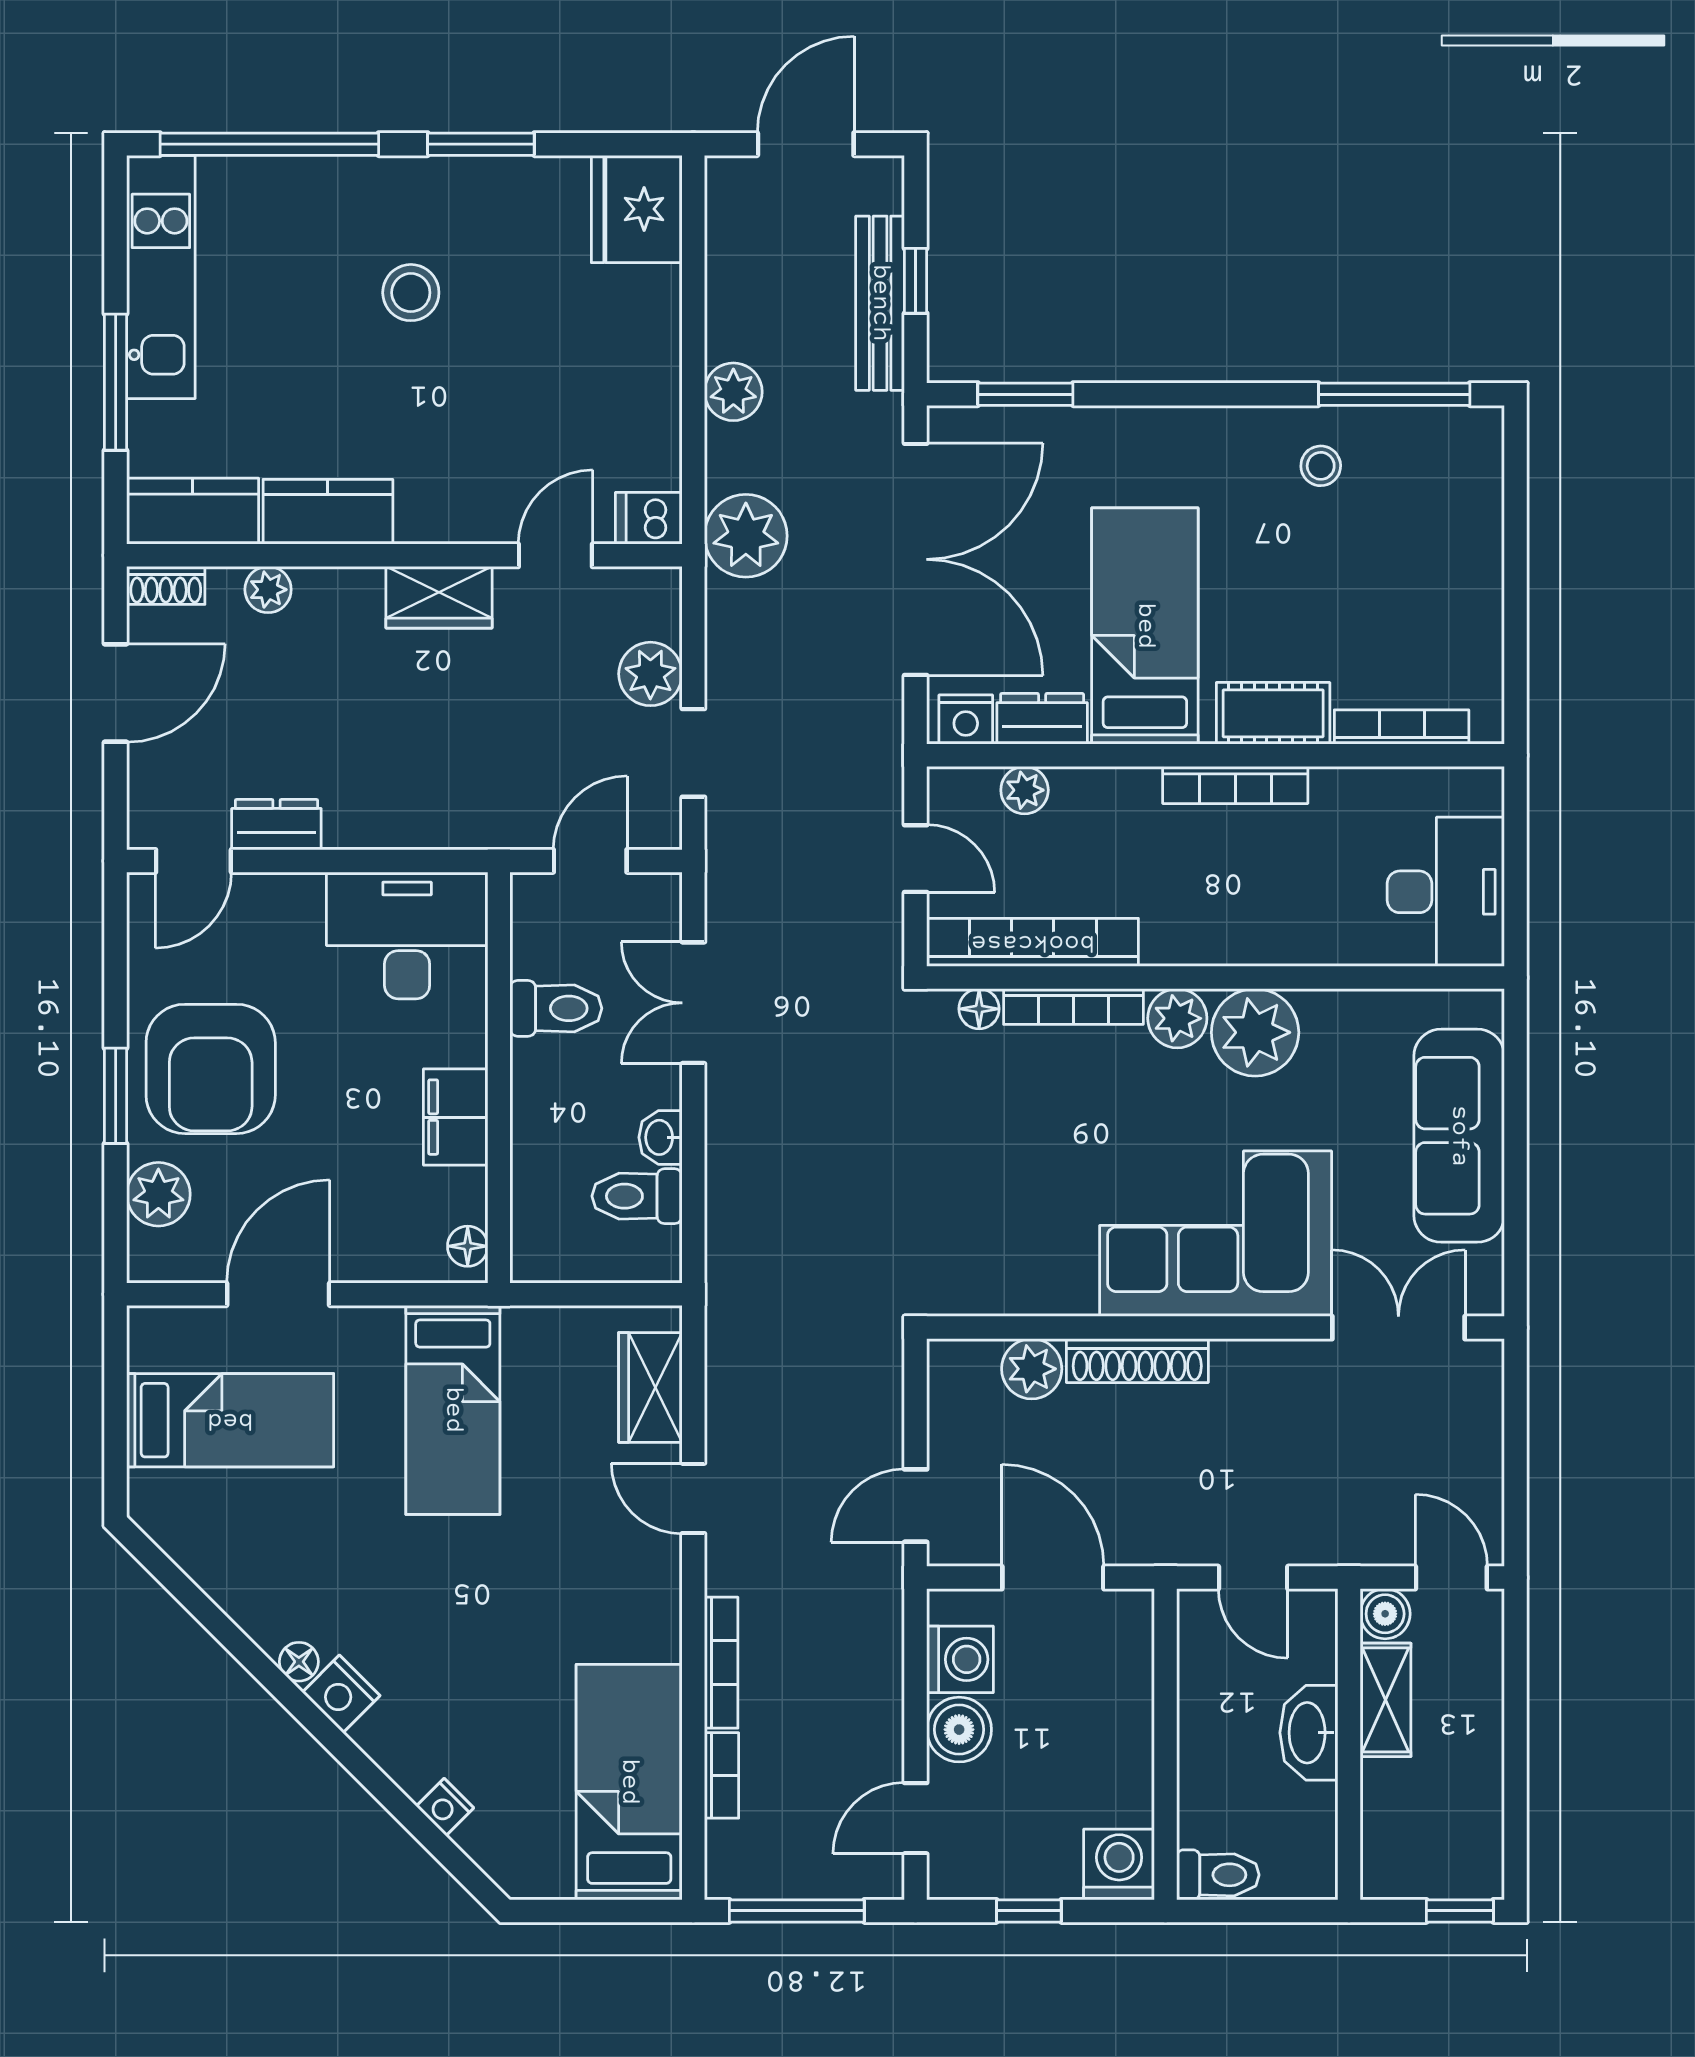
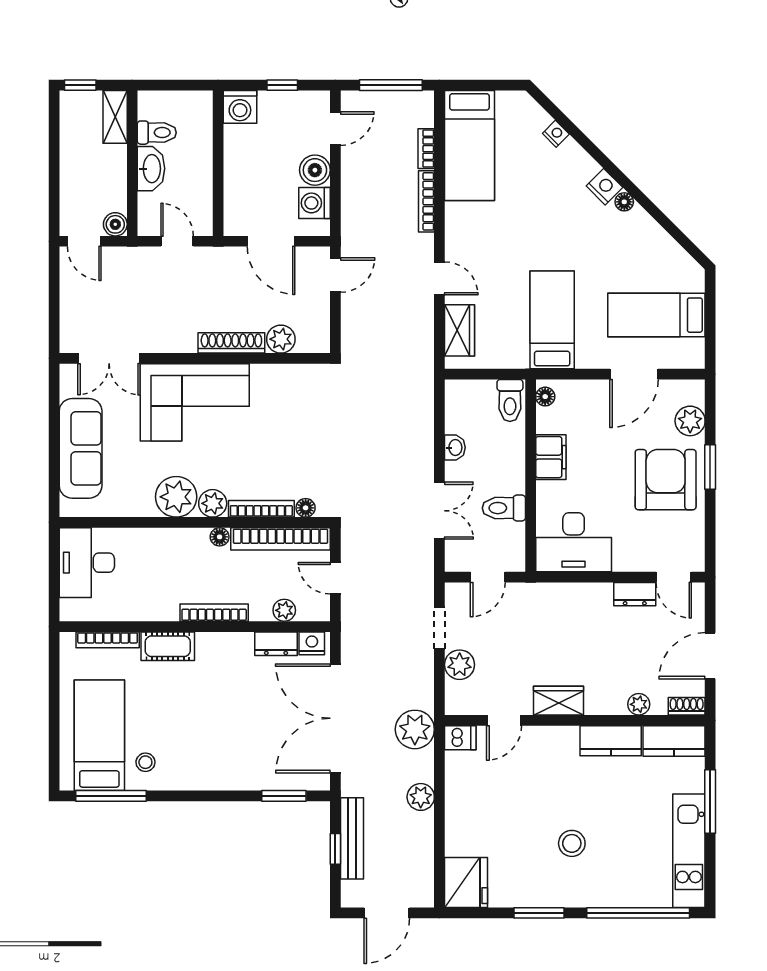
bed: (1145, 626) -> (99, 735), moved, turned 180
bookcase: (1235, 785) -> (214, 613), moved
door: (193, 861) -> (674, 577), swing flipped
floor lamp: (1163, 947) -> (220, 537), added
toilet: (637, 1196) -> (510, 400), moved, turned 90
shelving: (1386, 1700) -> (115, 117), moved
toilet: (1218, 1875) -> (157, 133), moved, turned 180

